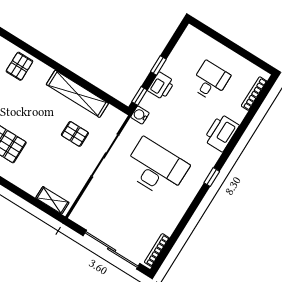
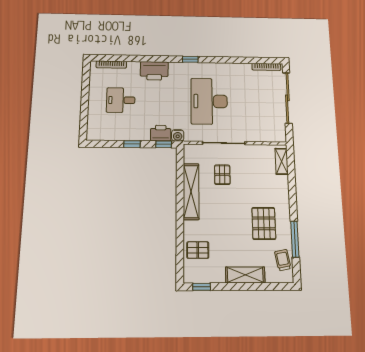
printer: (161, 86) -> (161, 133), moved

